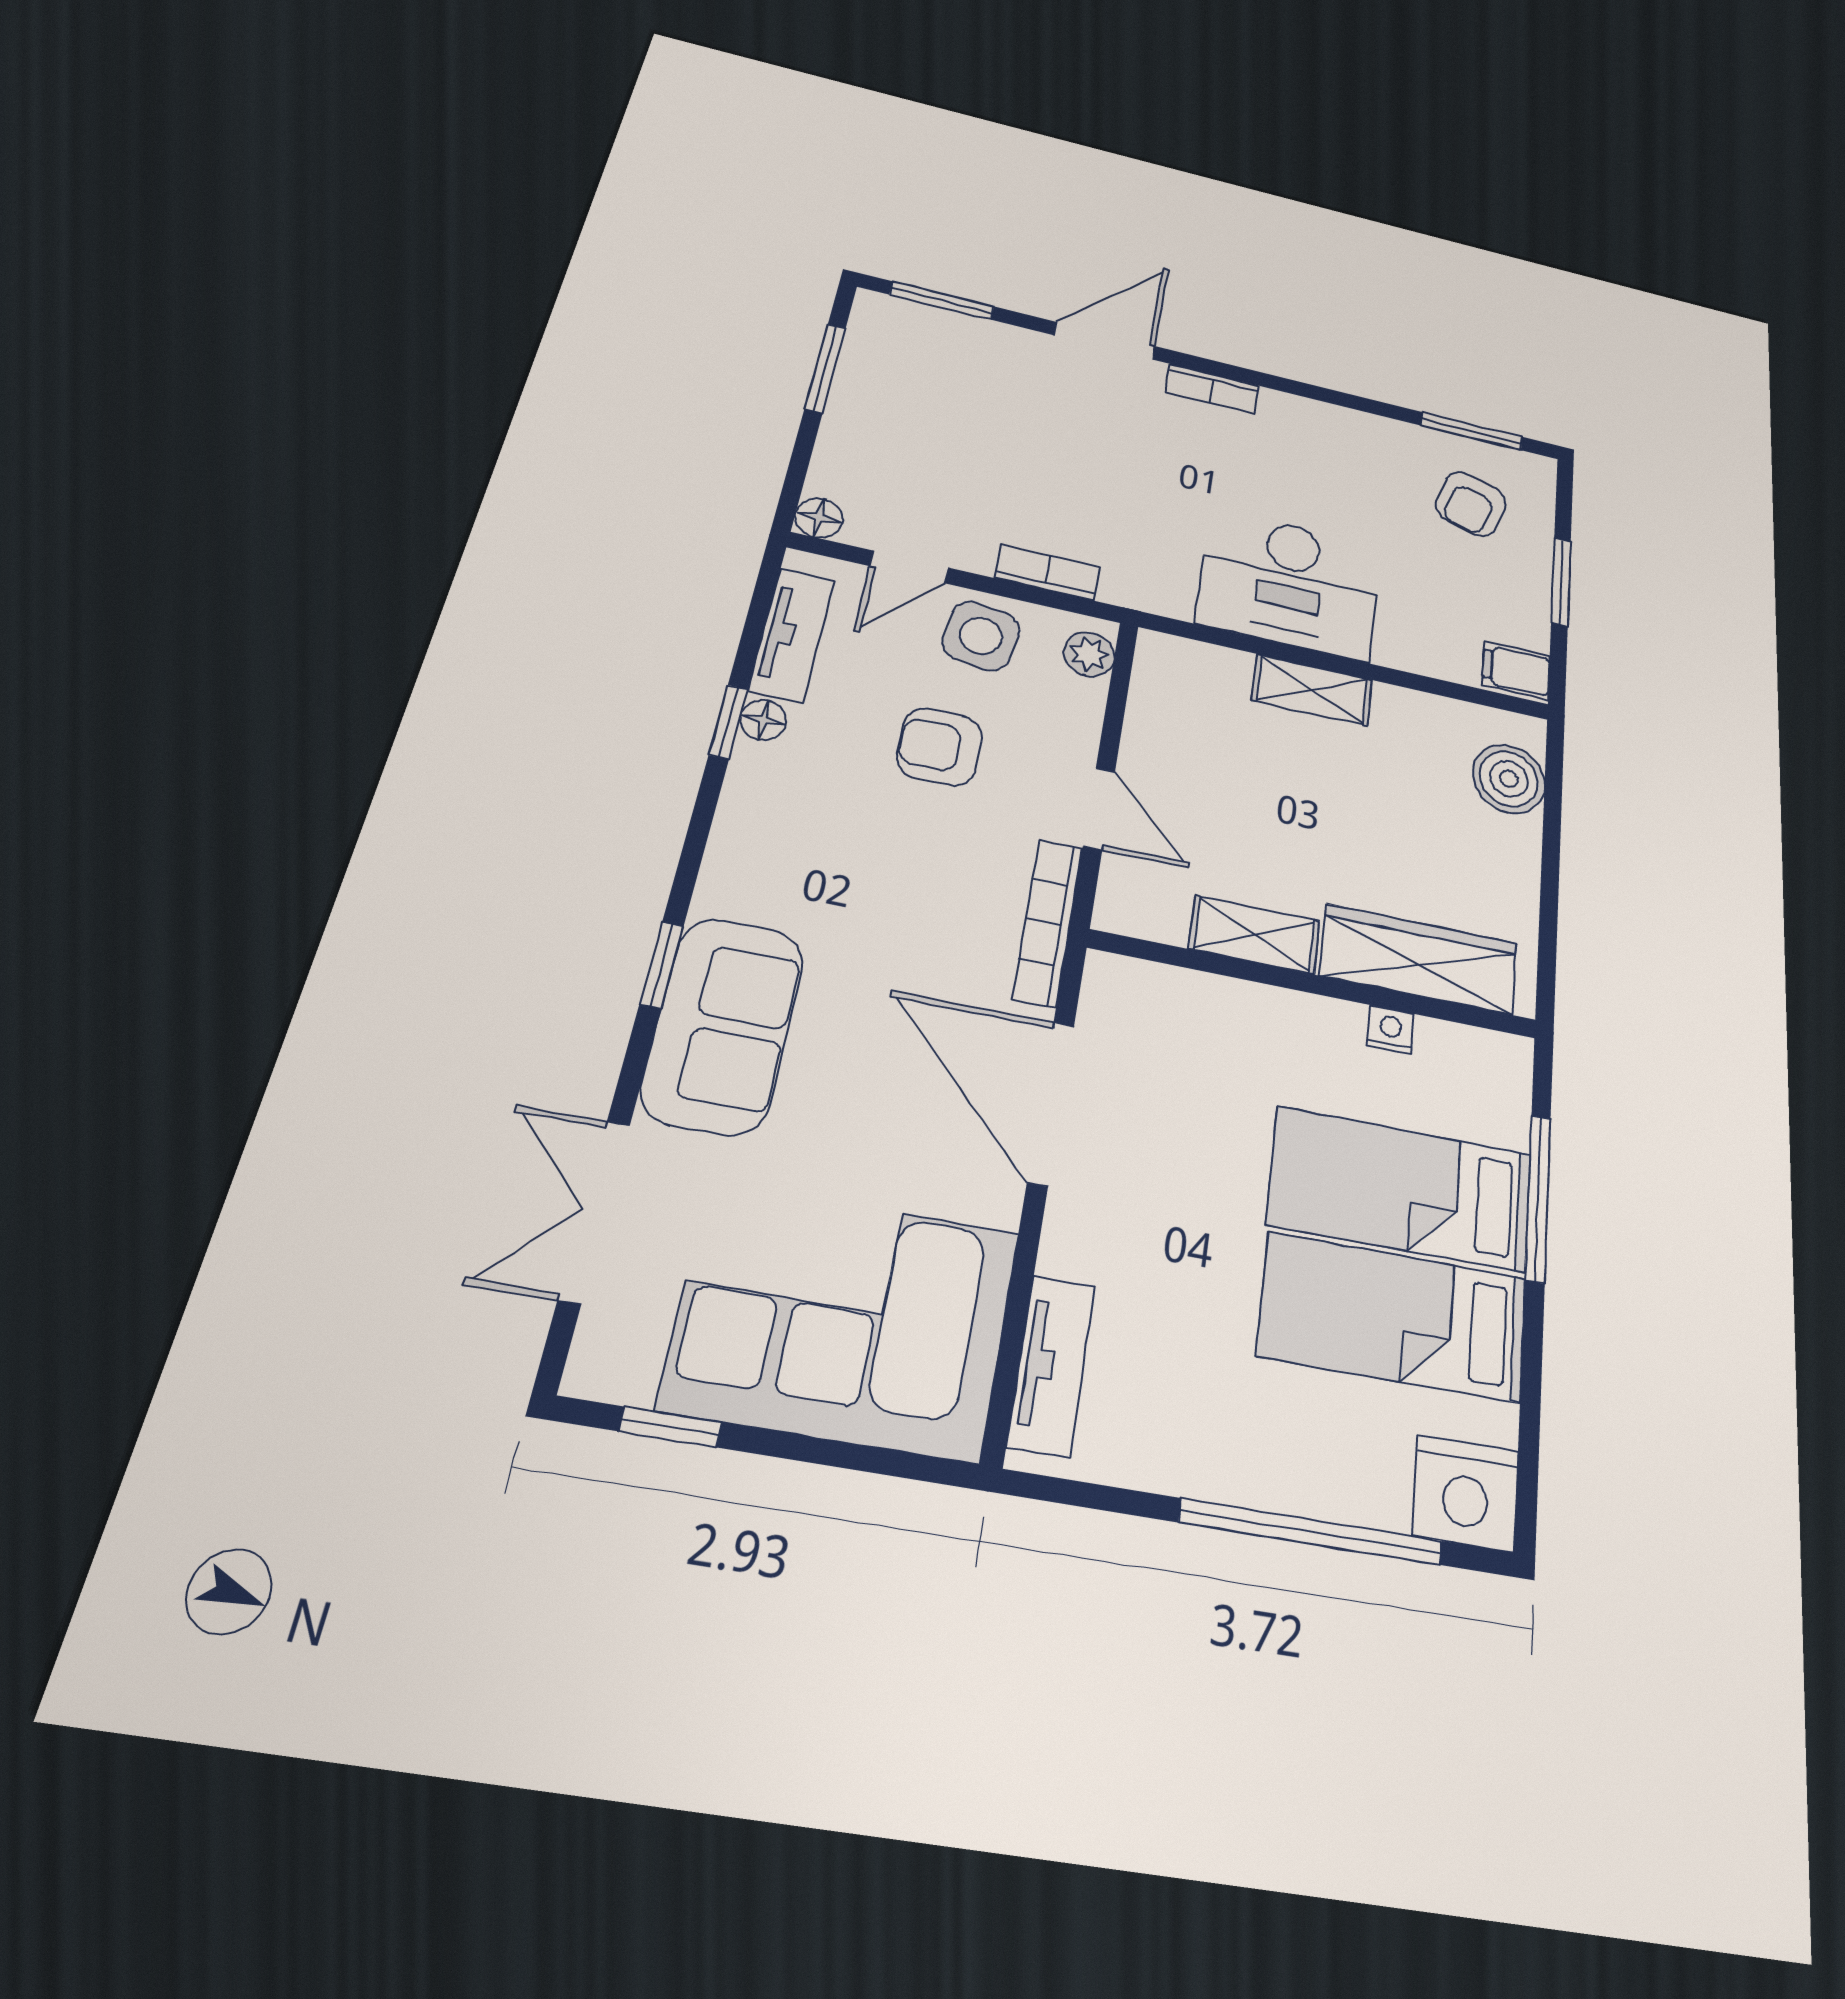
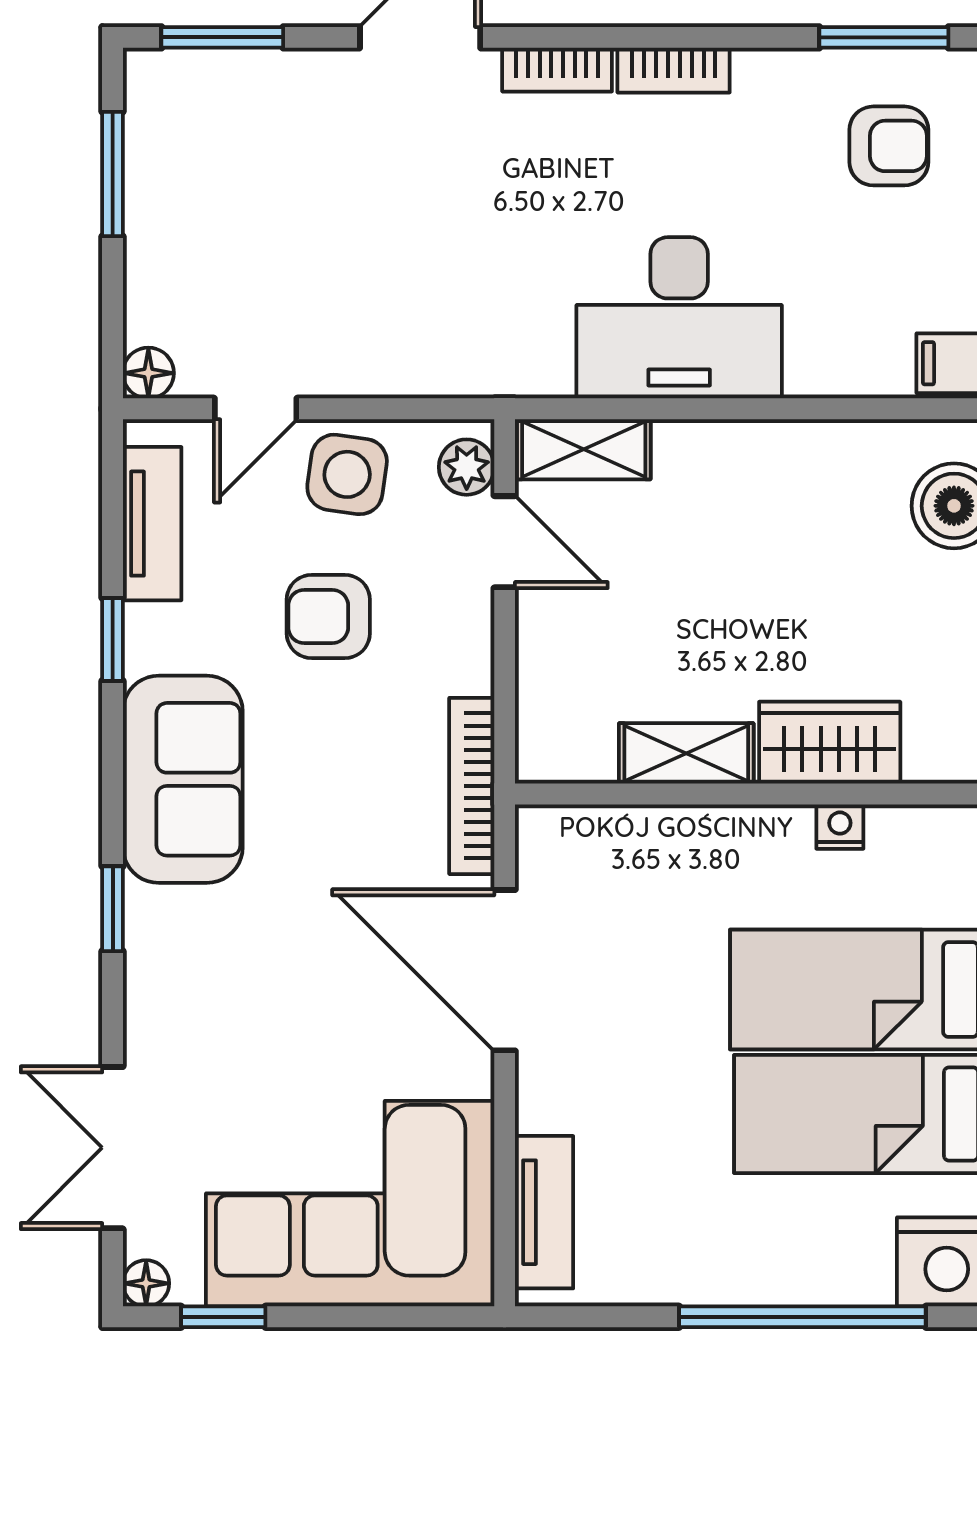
armchair: (1471, 504) -> (889, 146), turned -107
bookcase: (1047, 573) -> (674, 70), moved, turned 180
shelving: (1312, 690) -> (584, 449), moved
floor lamp: (763, 720) -> (146, 1283), moved
door: (1099, 809) -> (505, 542), moved
wardrobe: (1419, 959) -> (830, 743), width x0.67
sofa: (723, 1025) -> (183, 779), moved

